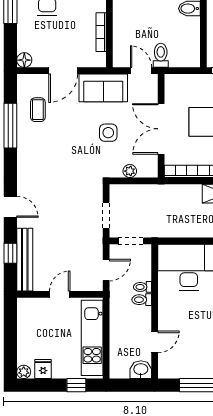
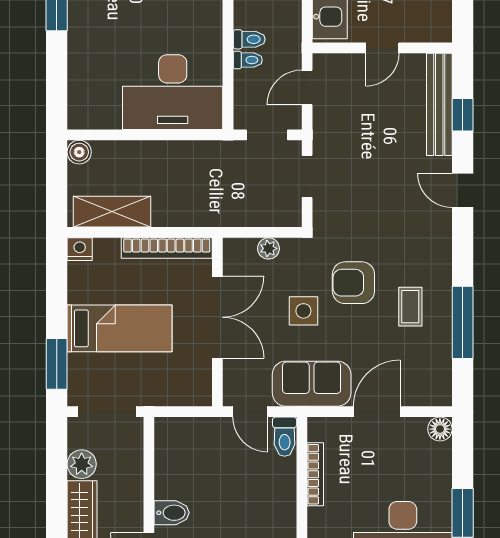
toilet: (161, 55) -> (285, 437), moved
coffee table: (38, 110) -> (410, 307), moved
armchair: (78, 150) -> (353, 283), added

